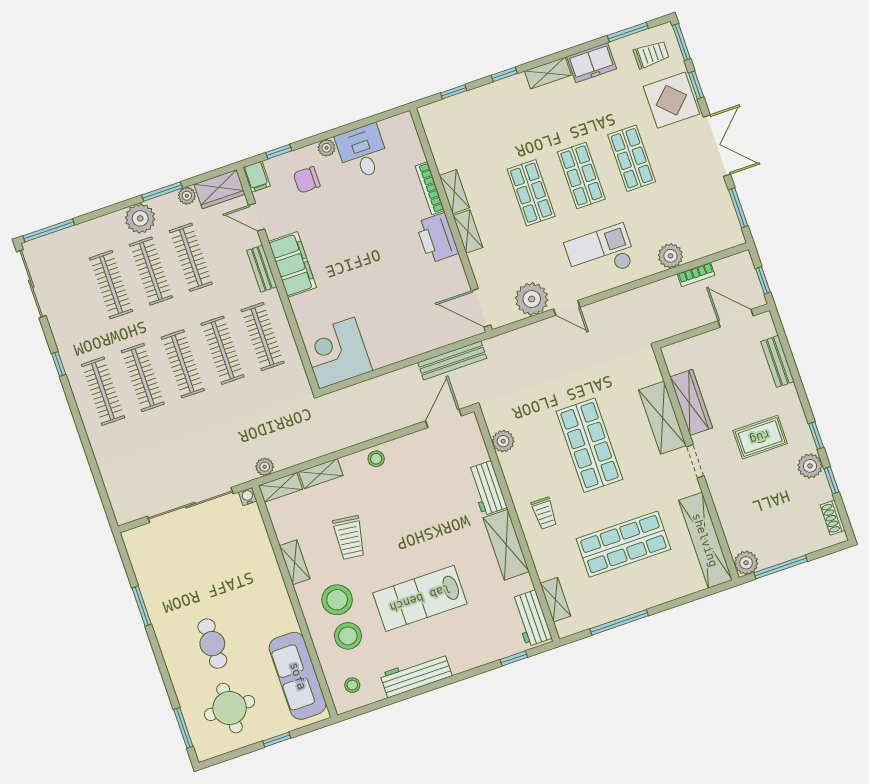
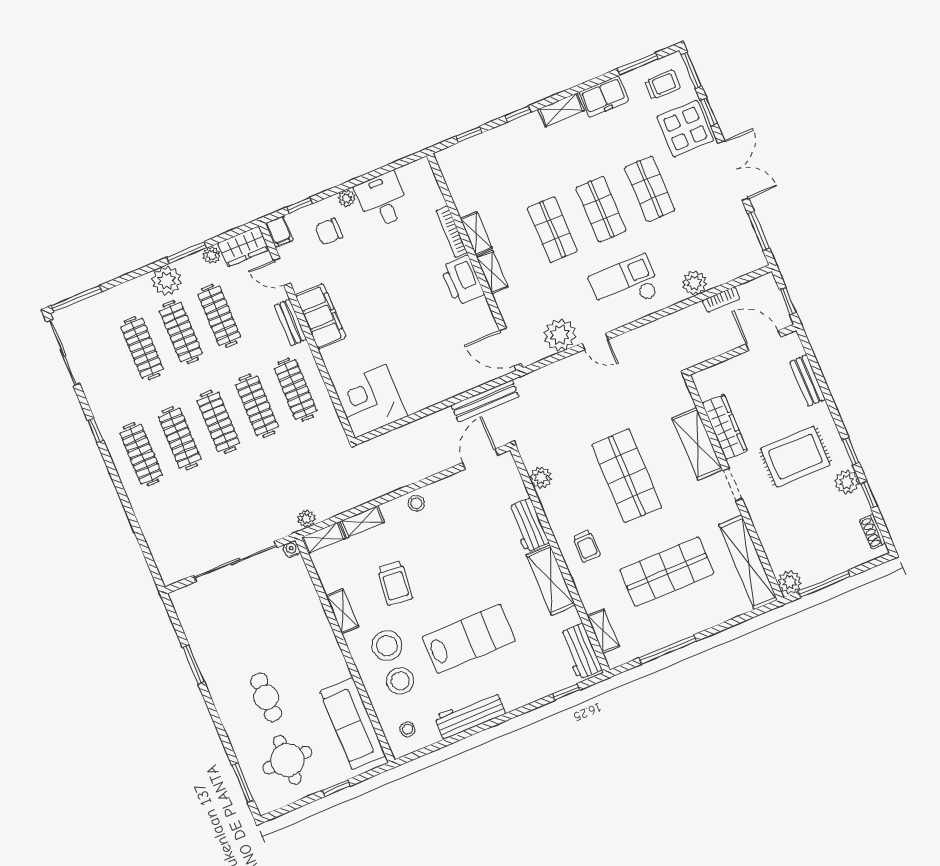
rug: (760, 437) -> (795, 457), width x1.36, depth x1.43
lab bench: (420, 598) -> (469, 639), turned 180

